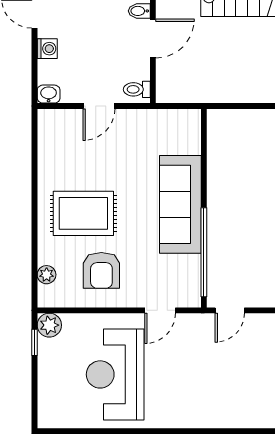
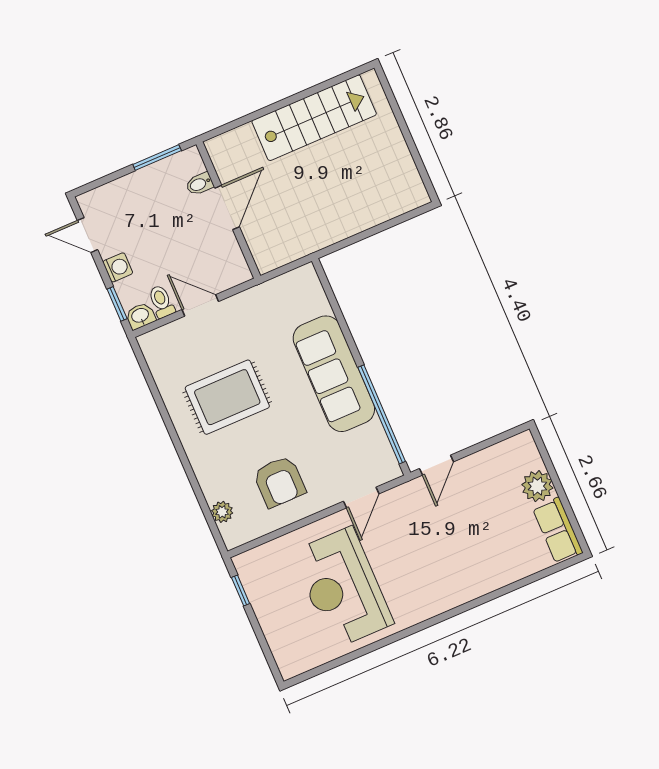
window: (34, 77) -> (117, 304), added
toilet: (137, 89) -> (161, 302), moved, turned 90
door: (99, 106) -> (200, 305), swing flipped
rug: (83, 213) -> (227, 397), moved
plant: (49, 325) -> (249, 565), removed

